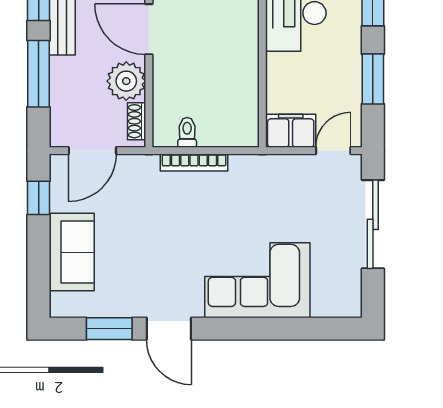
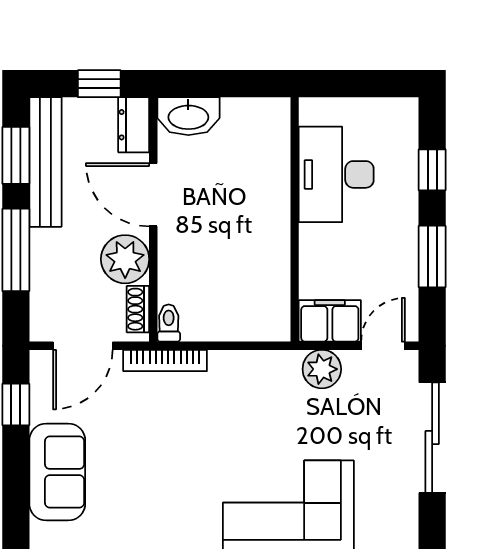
toilet: (187, 132) -> (169, 323), moved
bookcase: (194, 162) -> (165, 360), moved
plant: (284, 169) -> (322, 369), added

